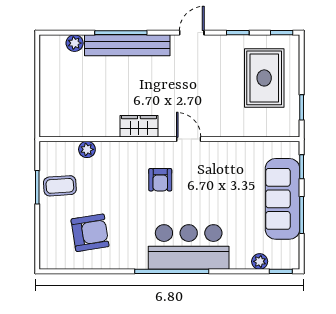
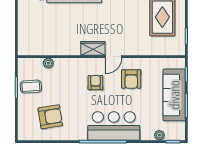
wardrobe: (139, 126) -> (93, 48), moved
door: (189, 139) -> (114, 57), swing flipped
armchair: (216, 174) -> (131, 79), added
armchair: (160, 180) -> (95, 83), turned 180

